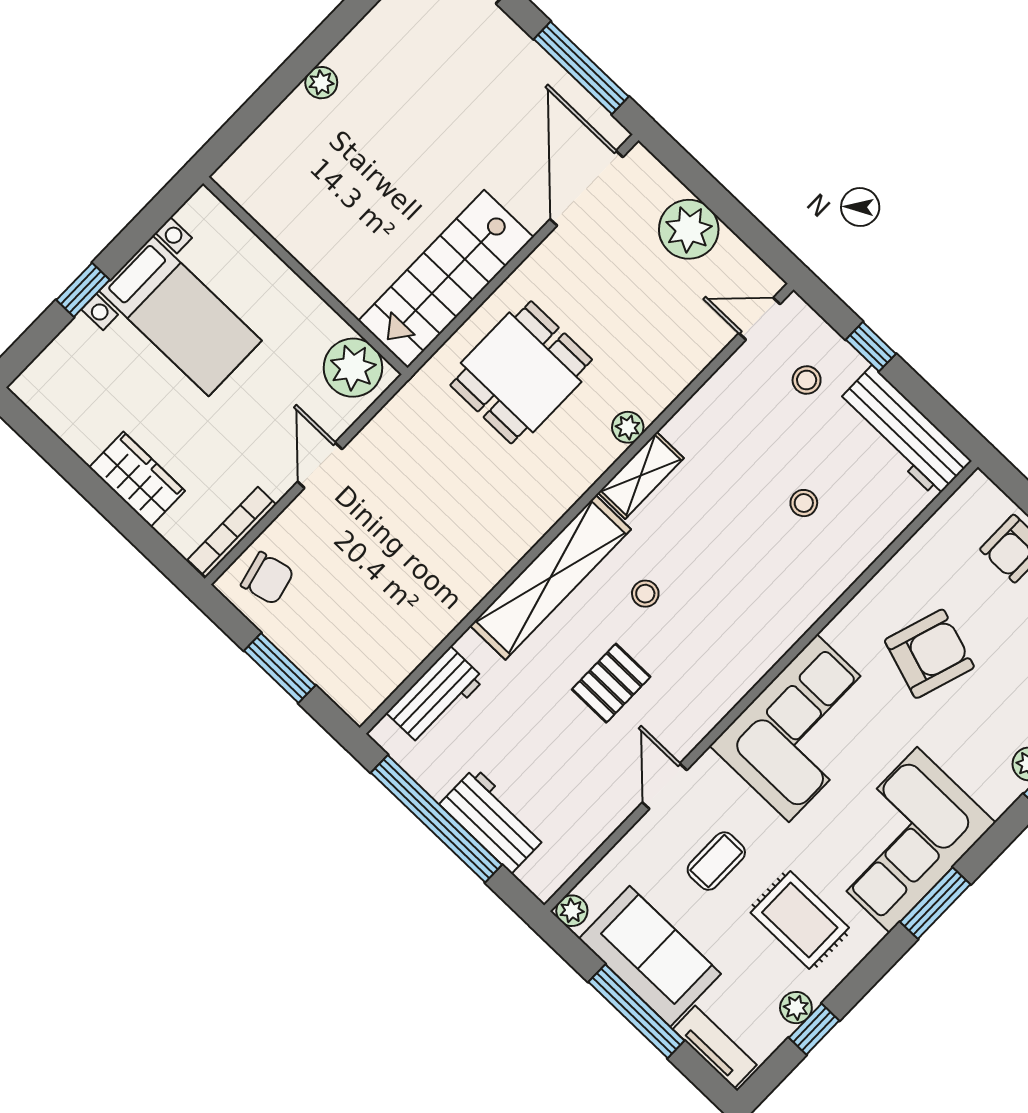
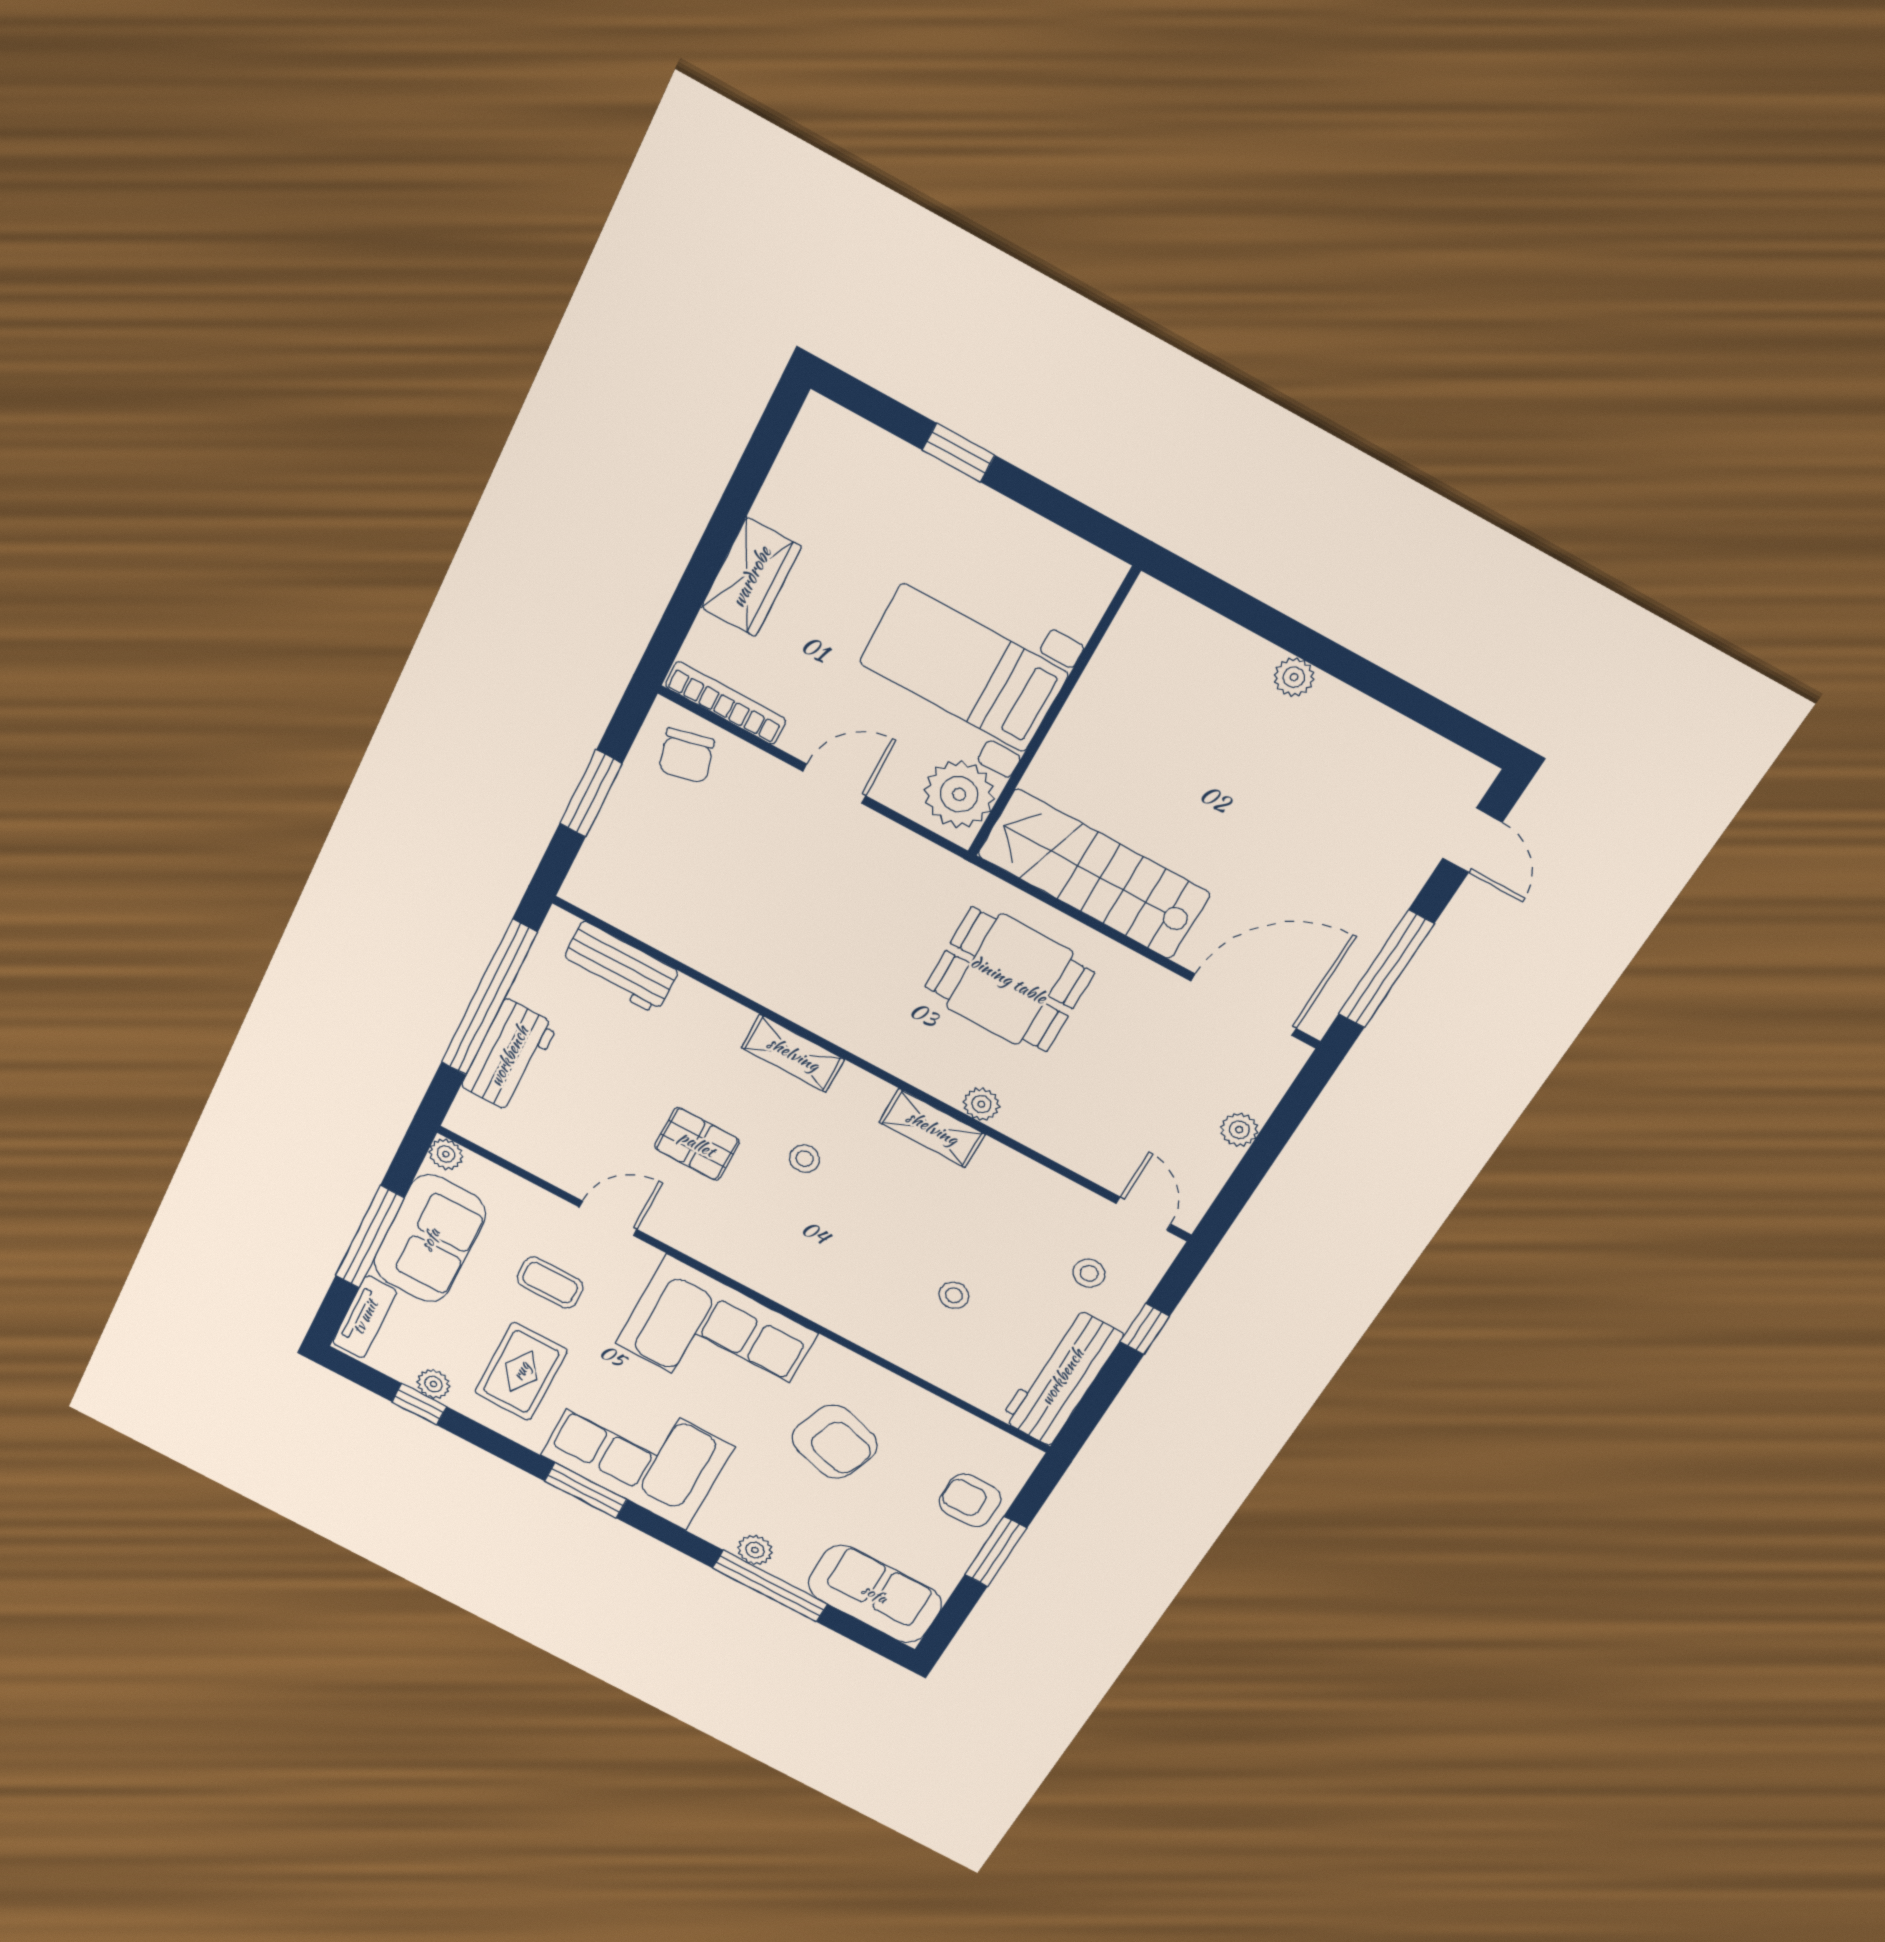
plant: (689, 229) -> (1239, 1130), width x0.53, depth x0.53
bed with nightstands: (180, 316) -> (964, 668), moved, turned 90
shelving: (550, 577) -> (793, 1054), width x0.45, depth x0.75

